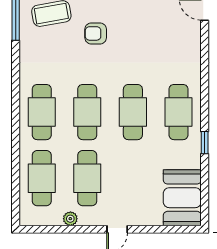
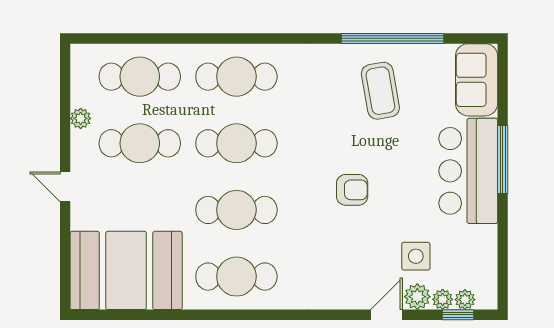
armchair: (96, 33) -> (352, 190), moved, turned 90
window: (205, 143) -> (192, 315), removed
booth: (182, 198) -> (126, 270), width x1.36, depth x1.42

